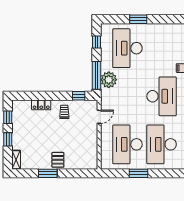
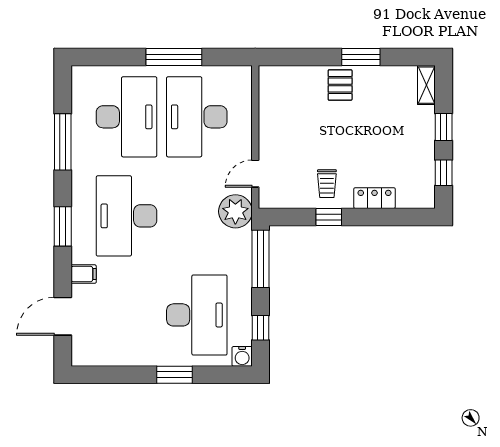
water cooler: (105, 28) -> (242, 356), added
plant: (109, 80) -> (235, 211), moved
window: (79, 96) -> (329, 217), moved
desk: (127, 144) -> (197, 117), turned 180
window: (139, 173) -> (174, 57), width x1.44

